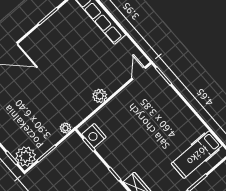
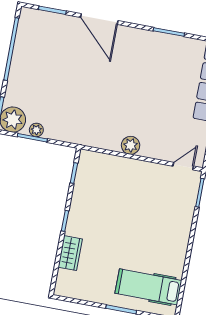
plant: (65, 128) -> (36, 130), moved
nightstand: (94, 136) -> (87, 171), removed

